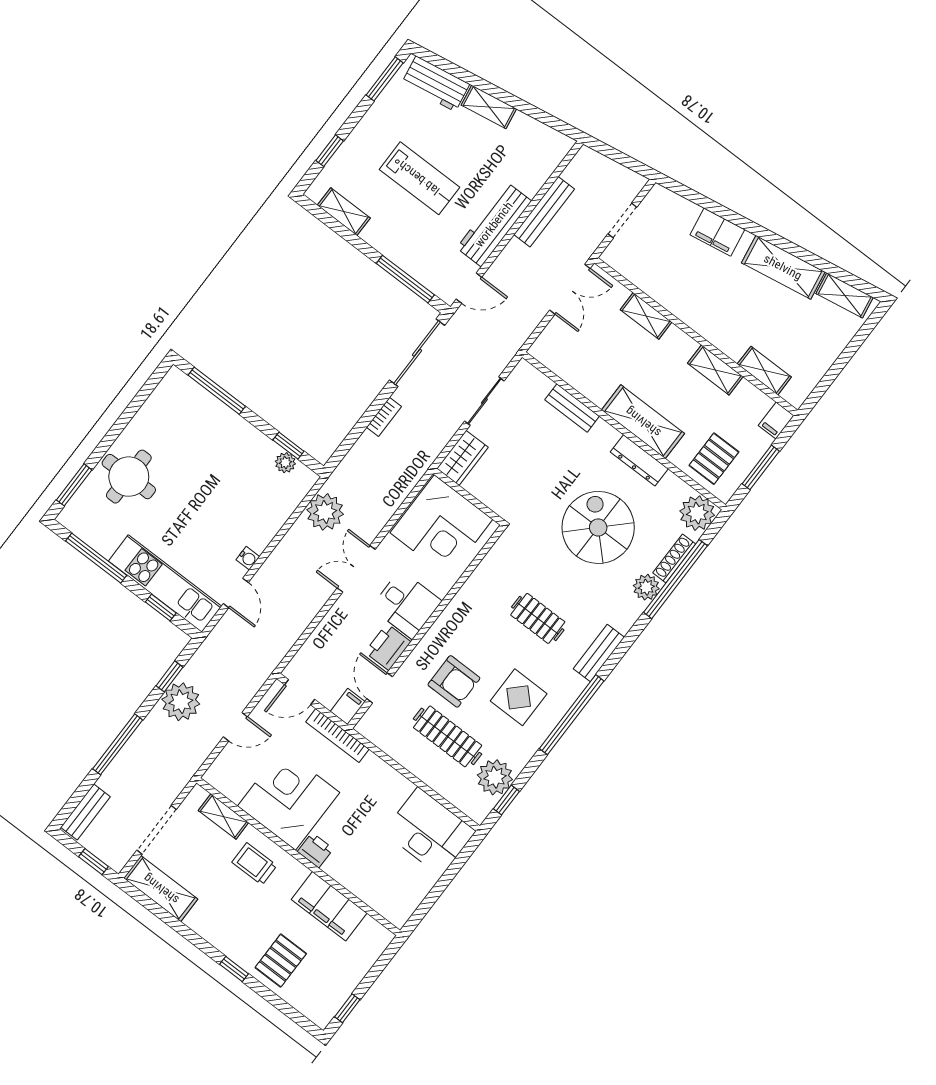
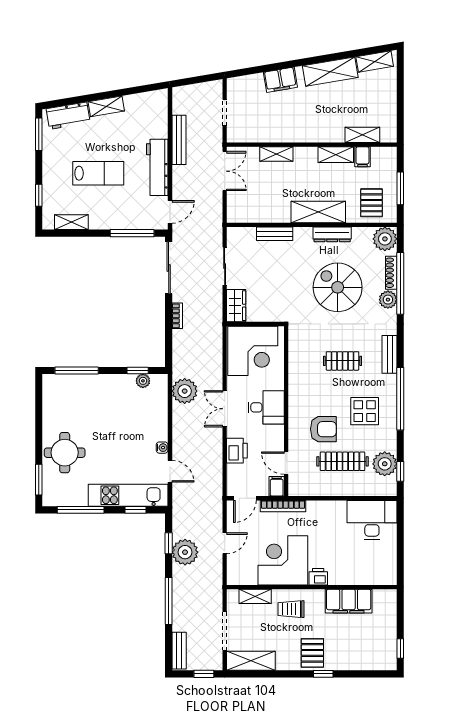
filing cabinet: (776, 420) -> (362, 157), moved
printer: (388, 647) -> (237, 451), moved, turned 180
pallet: (281, 961) -> (312, 653), moved

